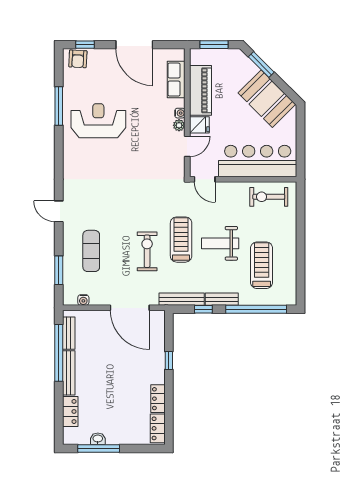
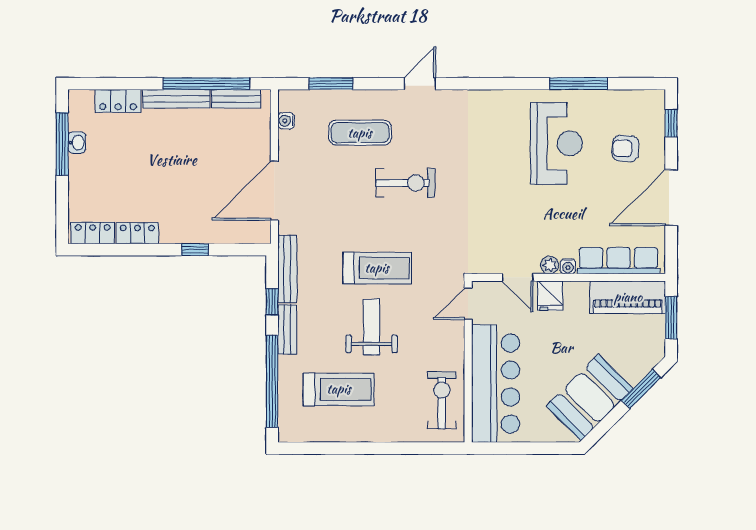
armchair: (78, 59) -> (625, 148), moved
row of seats: (176, 80) -> (619, 261), width x1.48
piano: (200, 90) -> (628, 297), moved
exercise bike: (147, 251) -> (405, 183), moved

